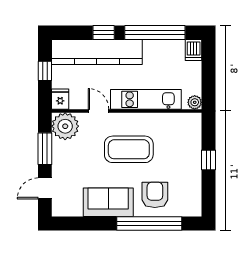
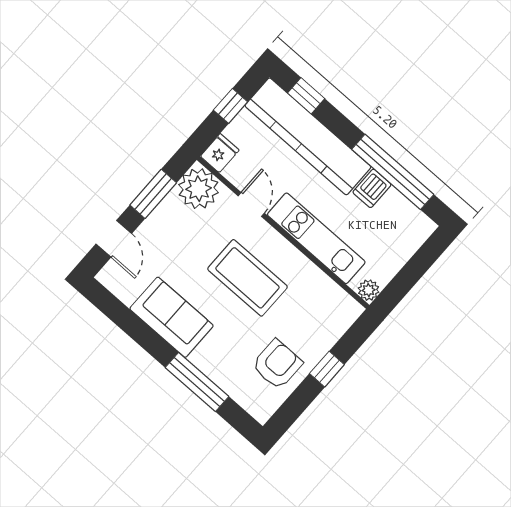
window: (104, 33) -> (306, 96), moved
dishwasher: (194, 50) -> (372, 188), moved
door: (45, 188) -> (114, 239), swing flipped
armchair: (155, 195) -> (277, 364), moved
window: (149, 224) -> (197, 382), width x0.68

